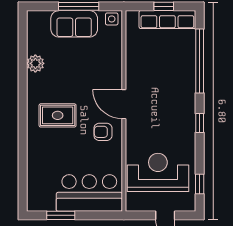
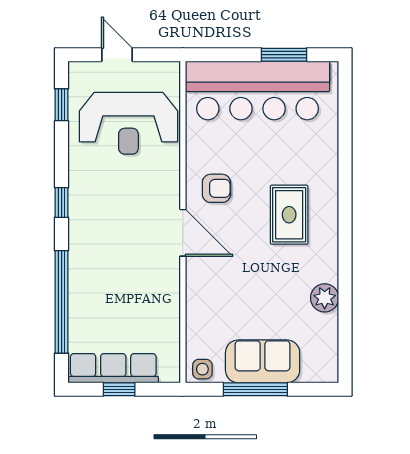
rug: (58, 115) -> (289, 215), turned 90
bar counter: (89, 193) -> (258, 90), width x1.36

